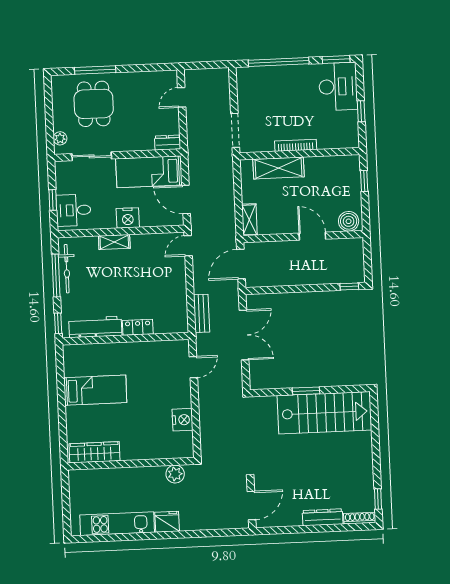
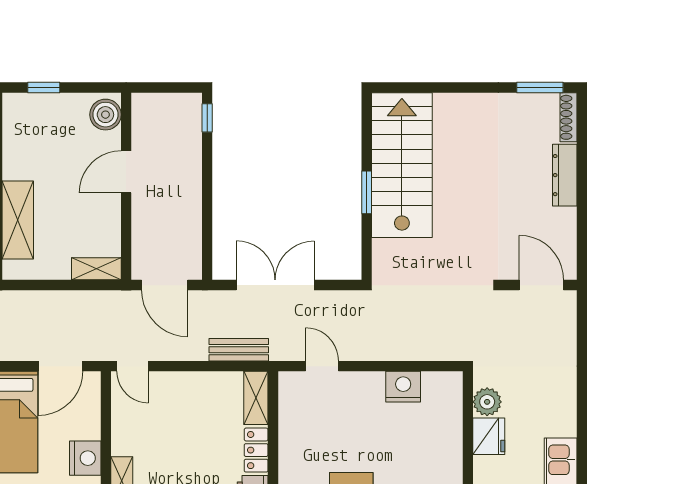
shelving: (171, 326) -> (256, 398), added
window: (378, 499) -> (540, 88), width x1.50
fridge: (167, 522) -> (489, 436), moved, turned 180

